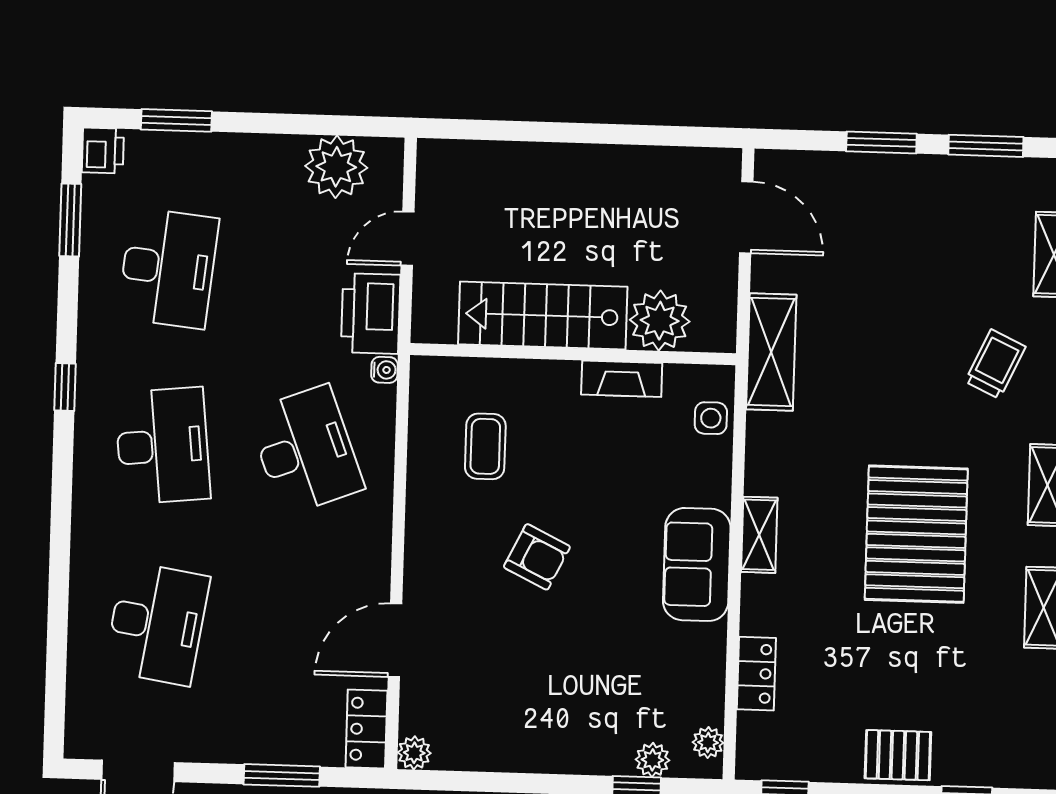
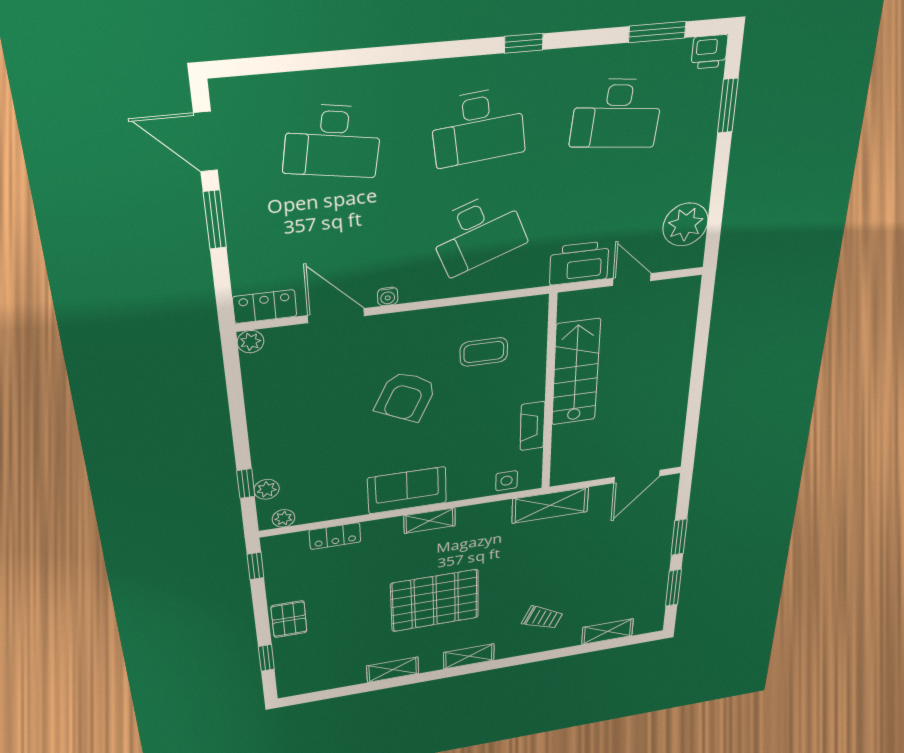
plant: (660, 321) -> (571, 441), removed
water cooler: (384, 370) -> (388, 296), moved
armchair: (537, 557) -> (406, 397), width x1.38, depth x1.38
window: (282, 775) -> (215, 220), moved

